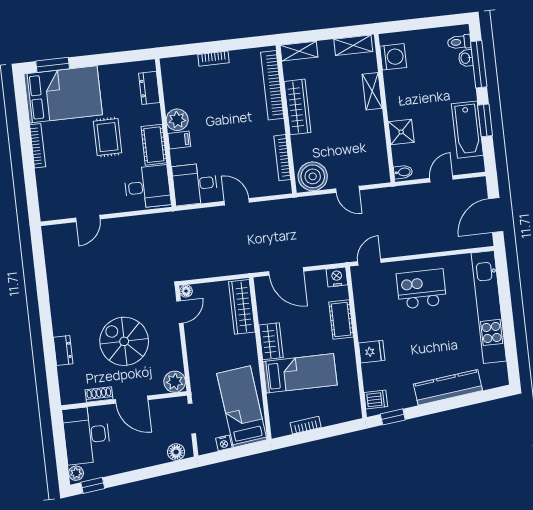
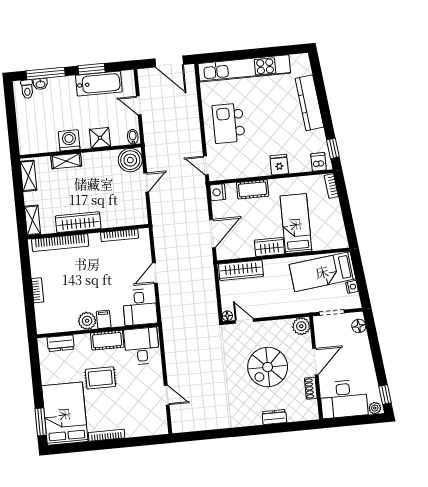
washing machine: (393, 57) -> (69, 140), moved
boiler: (313, 176) -> (130, 160), moved
bookcase: (306, 425) -> (331, 186), moved

